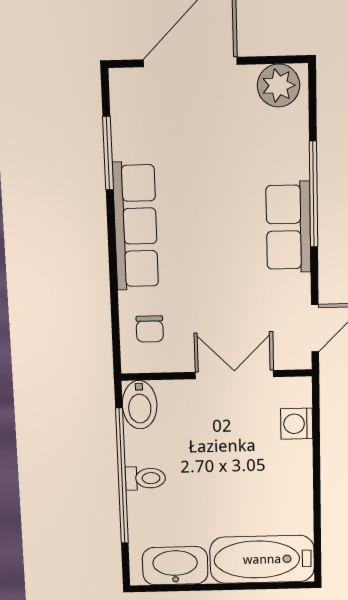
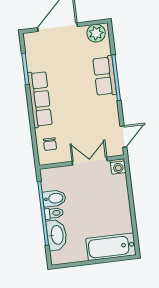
row of seats: (288, 227) -> (105, 76), moved
bidet: (140, 405) -> (54, 198), moved, turned -90
washing machine: (297, 424) -> (118, 166), moved, turned -90
washbasin: (175, 566) -> (57, 235), moved, turned 90

